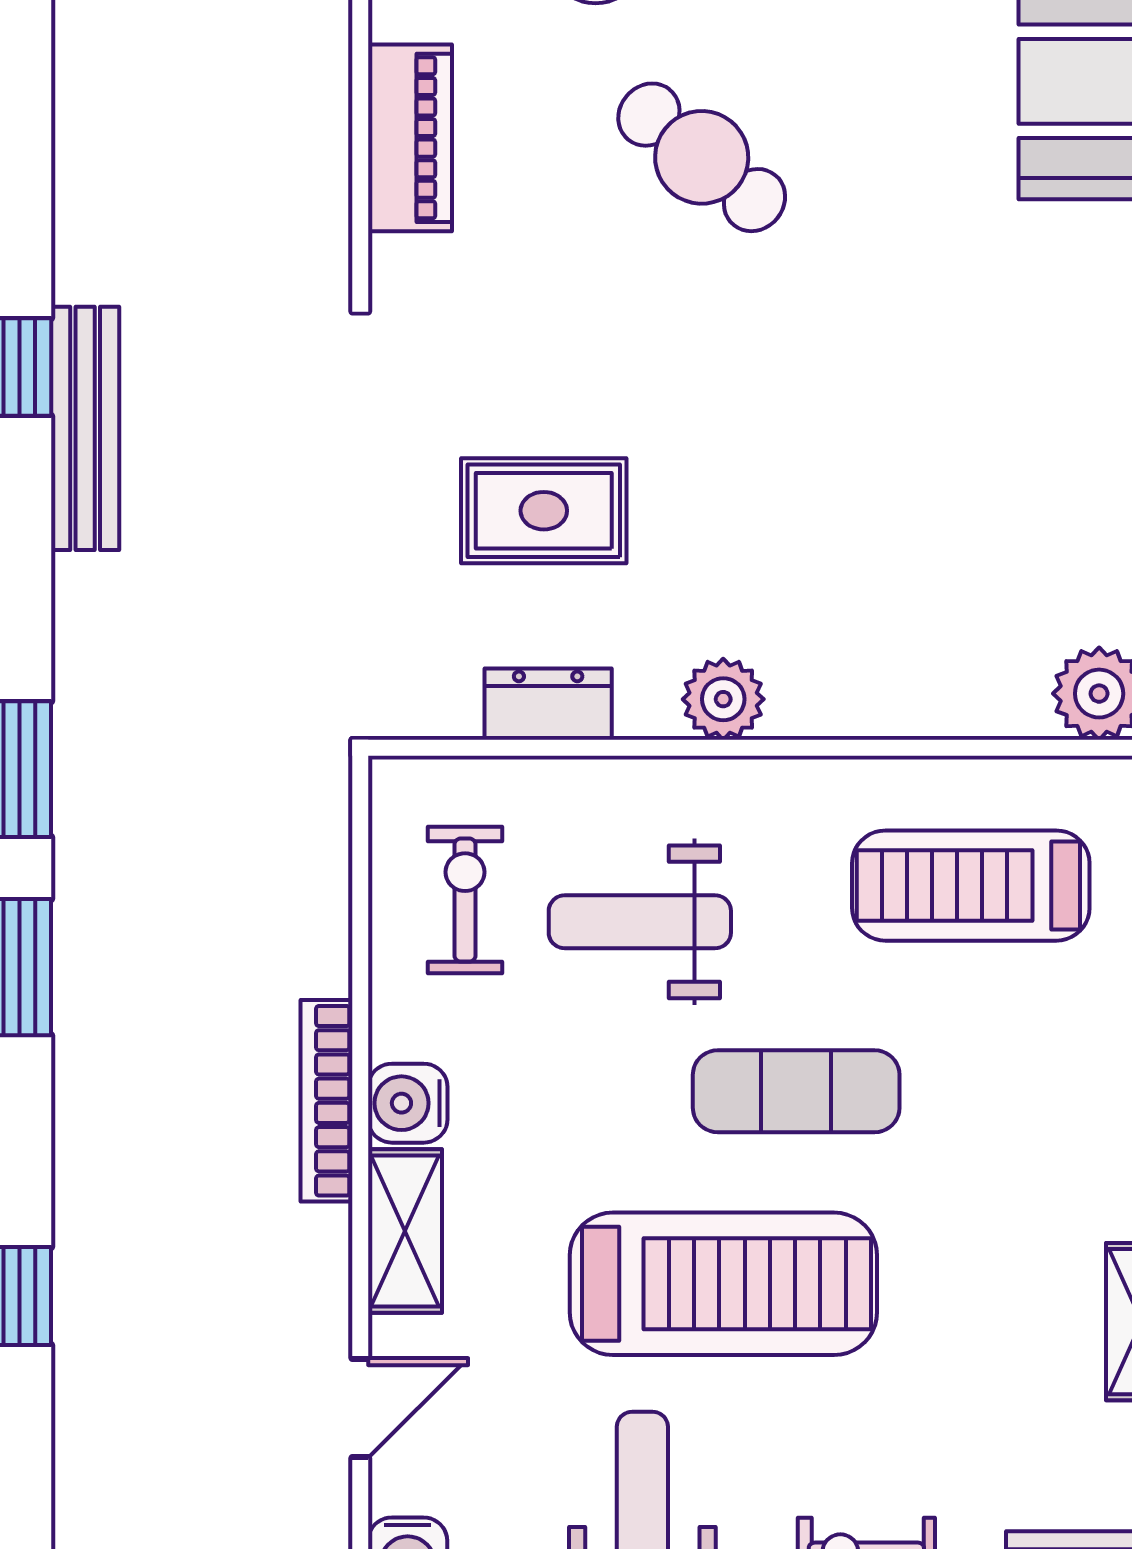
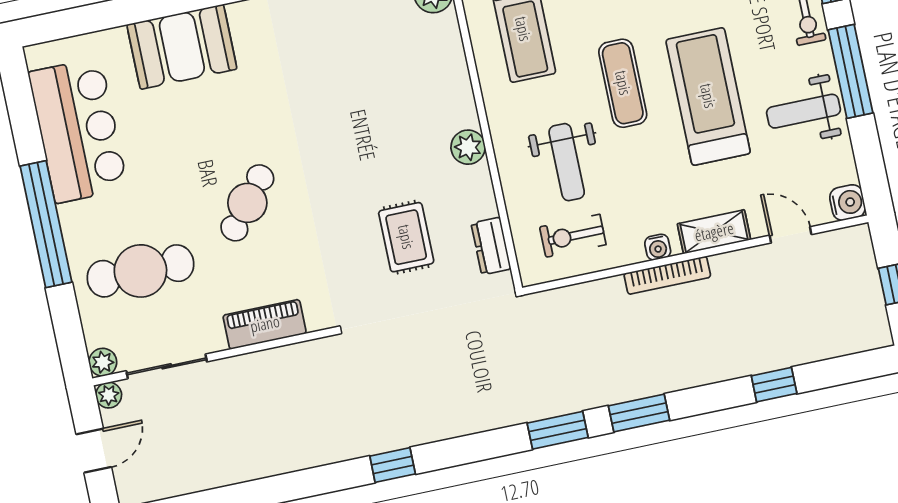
bench: (85, 428) -> (412, 433), removed
dresser: (548, 704) -> (491, 246), moved
water cooler: (408, 1103) -> (658, 247), width x0.72, depth x0.72

